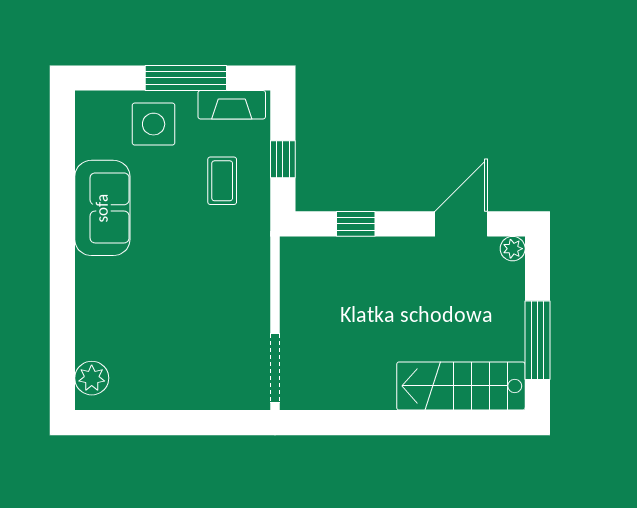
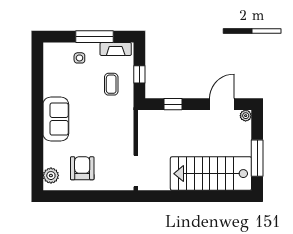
side table: (154, 124) -> (79, 58), width x0.54, depth x0.54
sofa: (102, 208) -> (56, 119), moved
armchair: (159, 362) -> (82, 168), added
stairs: (461, 386) -> (211, 174), width x1.36, depth x1.51

